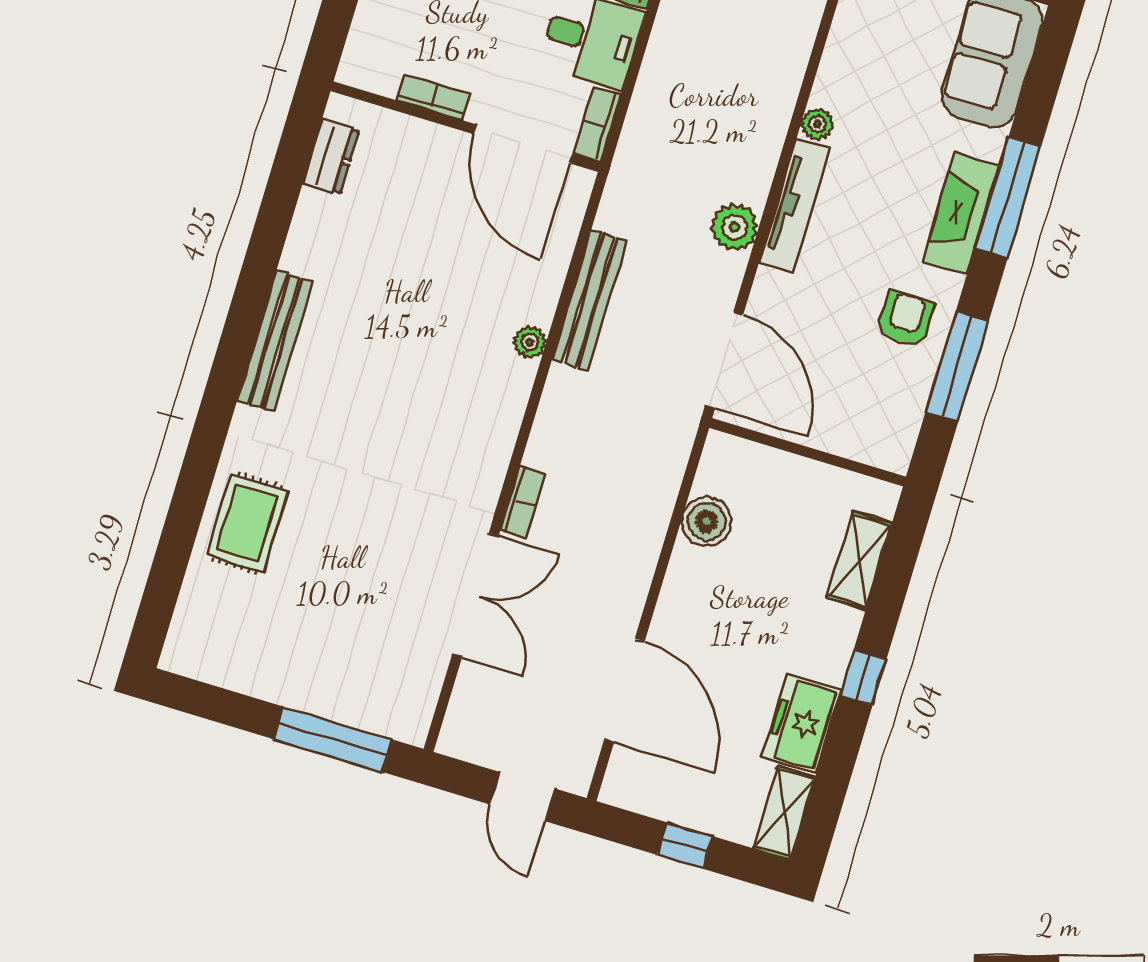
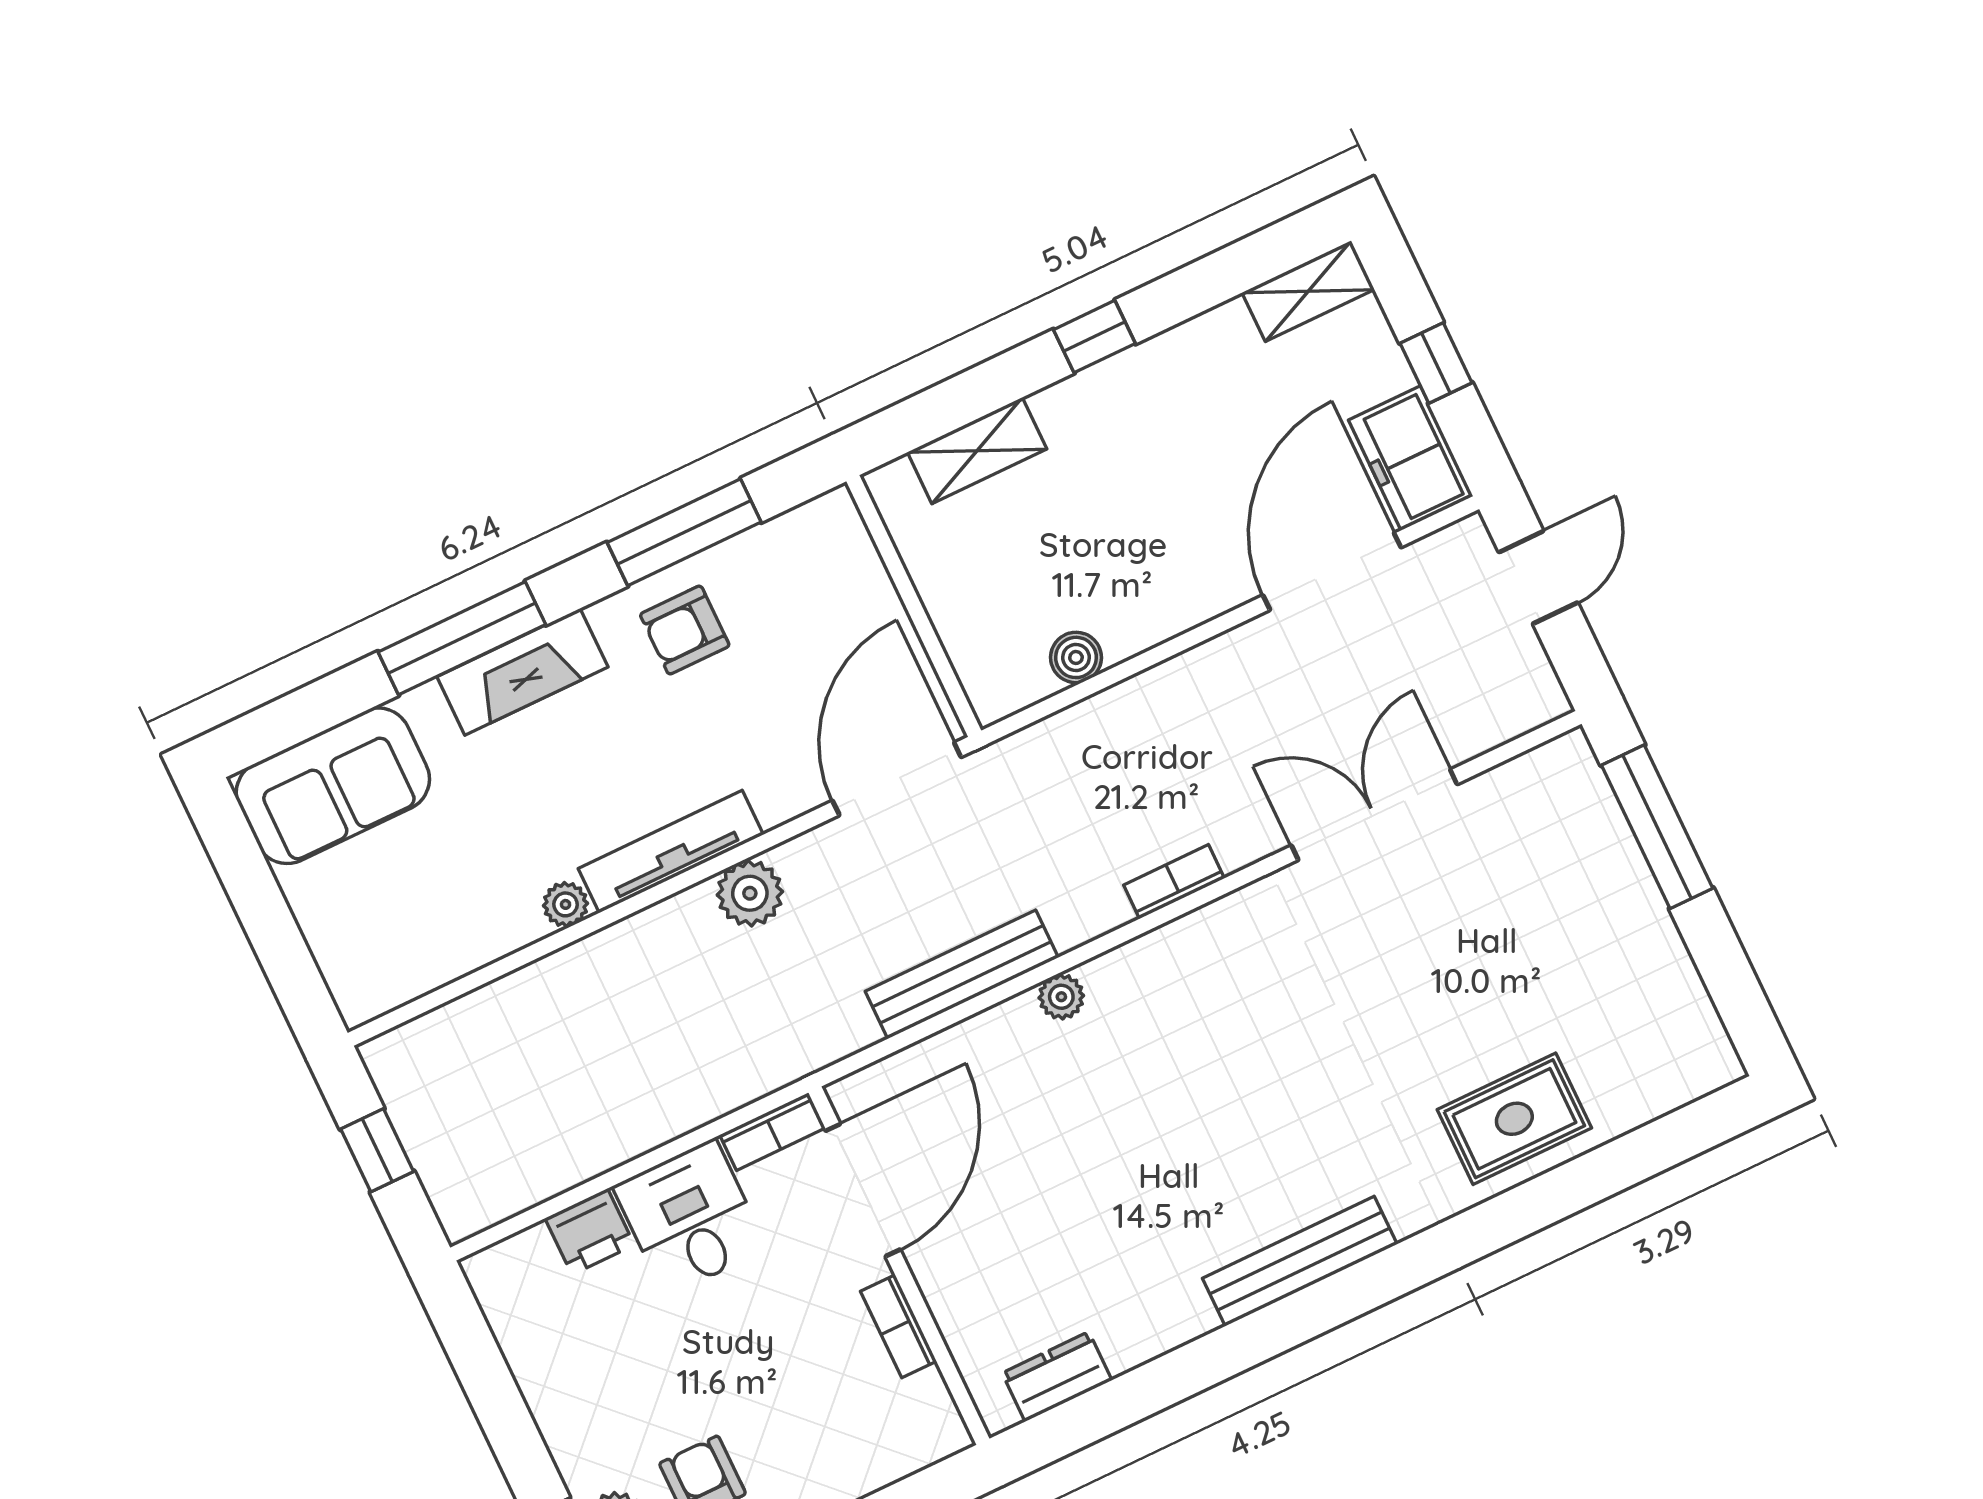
bookcase: (523, 502) -> (1174, 882), moved
boiler: (707, 521) -> (1076, 657), width x0.73, depth x0.73
freezer: (802, 723) -> (1411, 458), moved, turned 90

